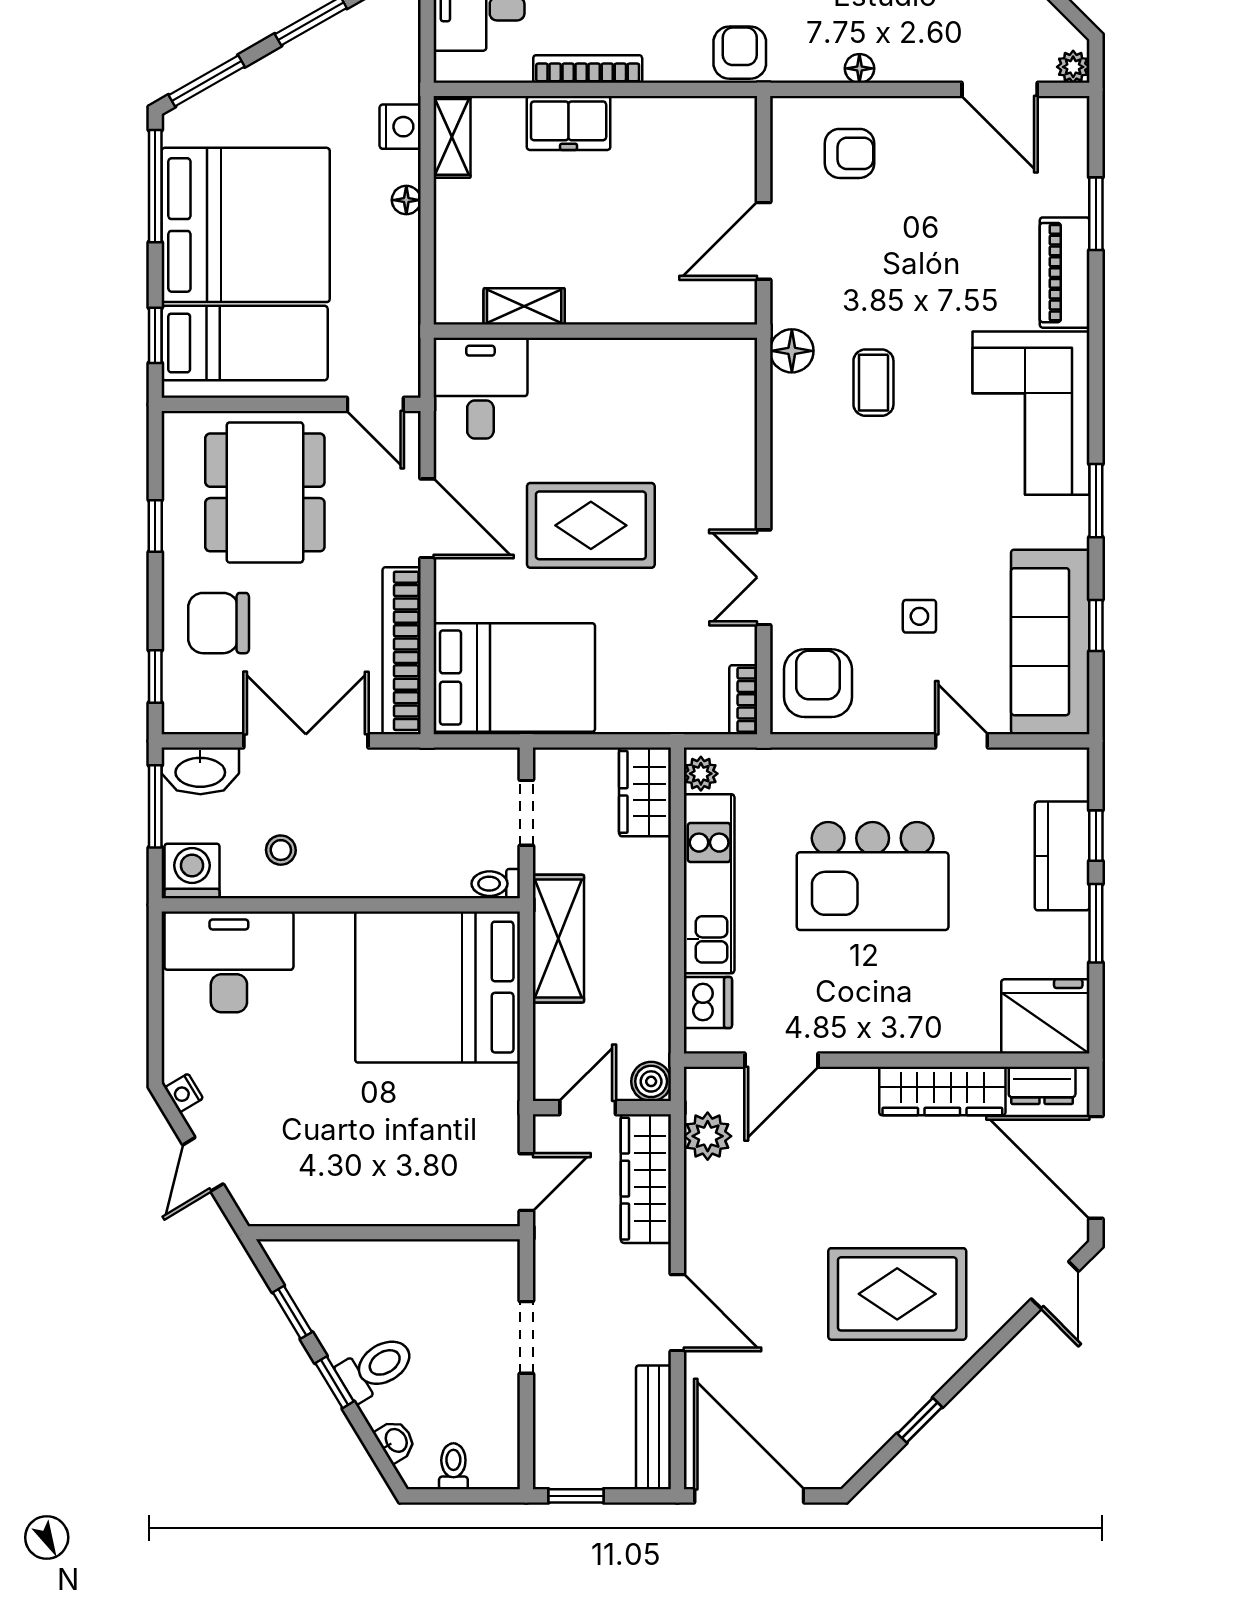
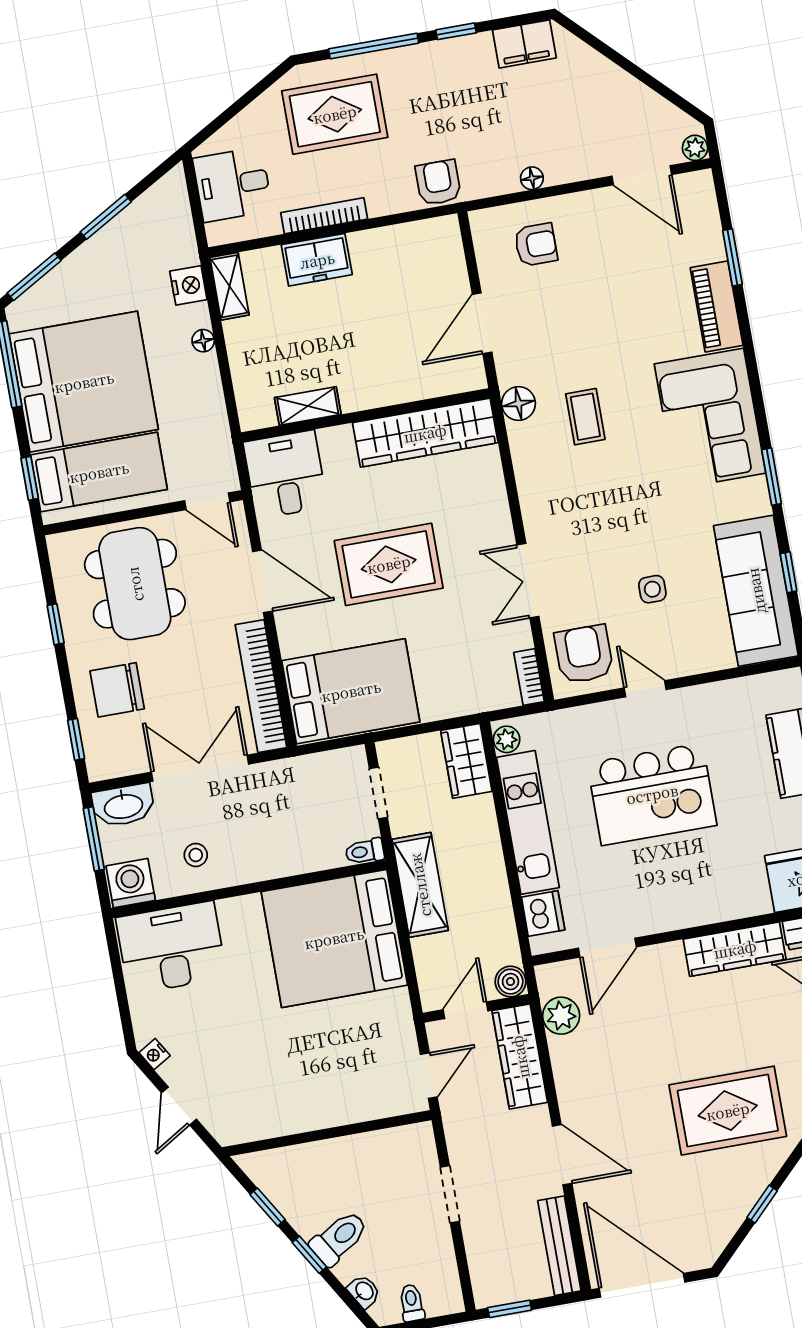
wardrobe: (667, 367) -> (425, 433), added
door: (962, 741) -> (645, 689), moved

